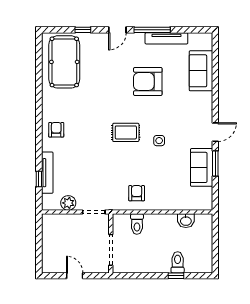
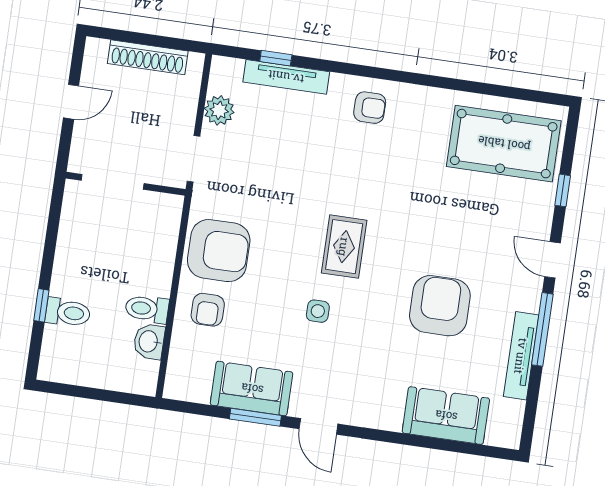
armchair: (137, 193) -> (219, 251), width x1.88, depth x1.88
armchair: (166, 194) -> (208, 310), added
toilet: (137, 224) -> (147, 309), moved
shoe rack: (48, 242) -> (148, 57), added

